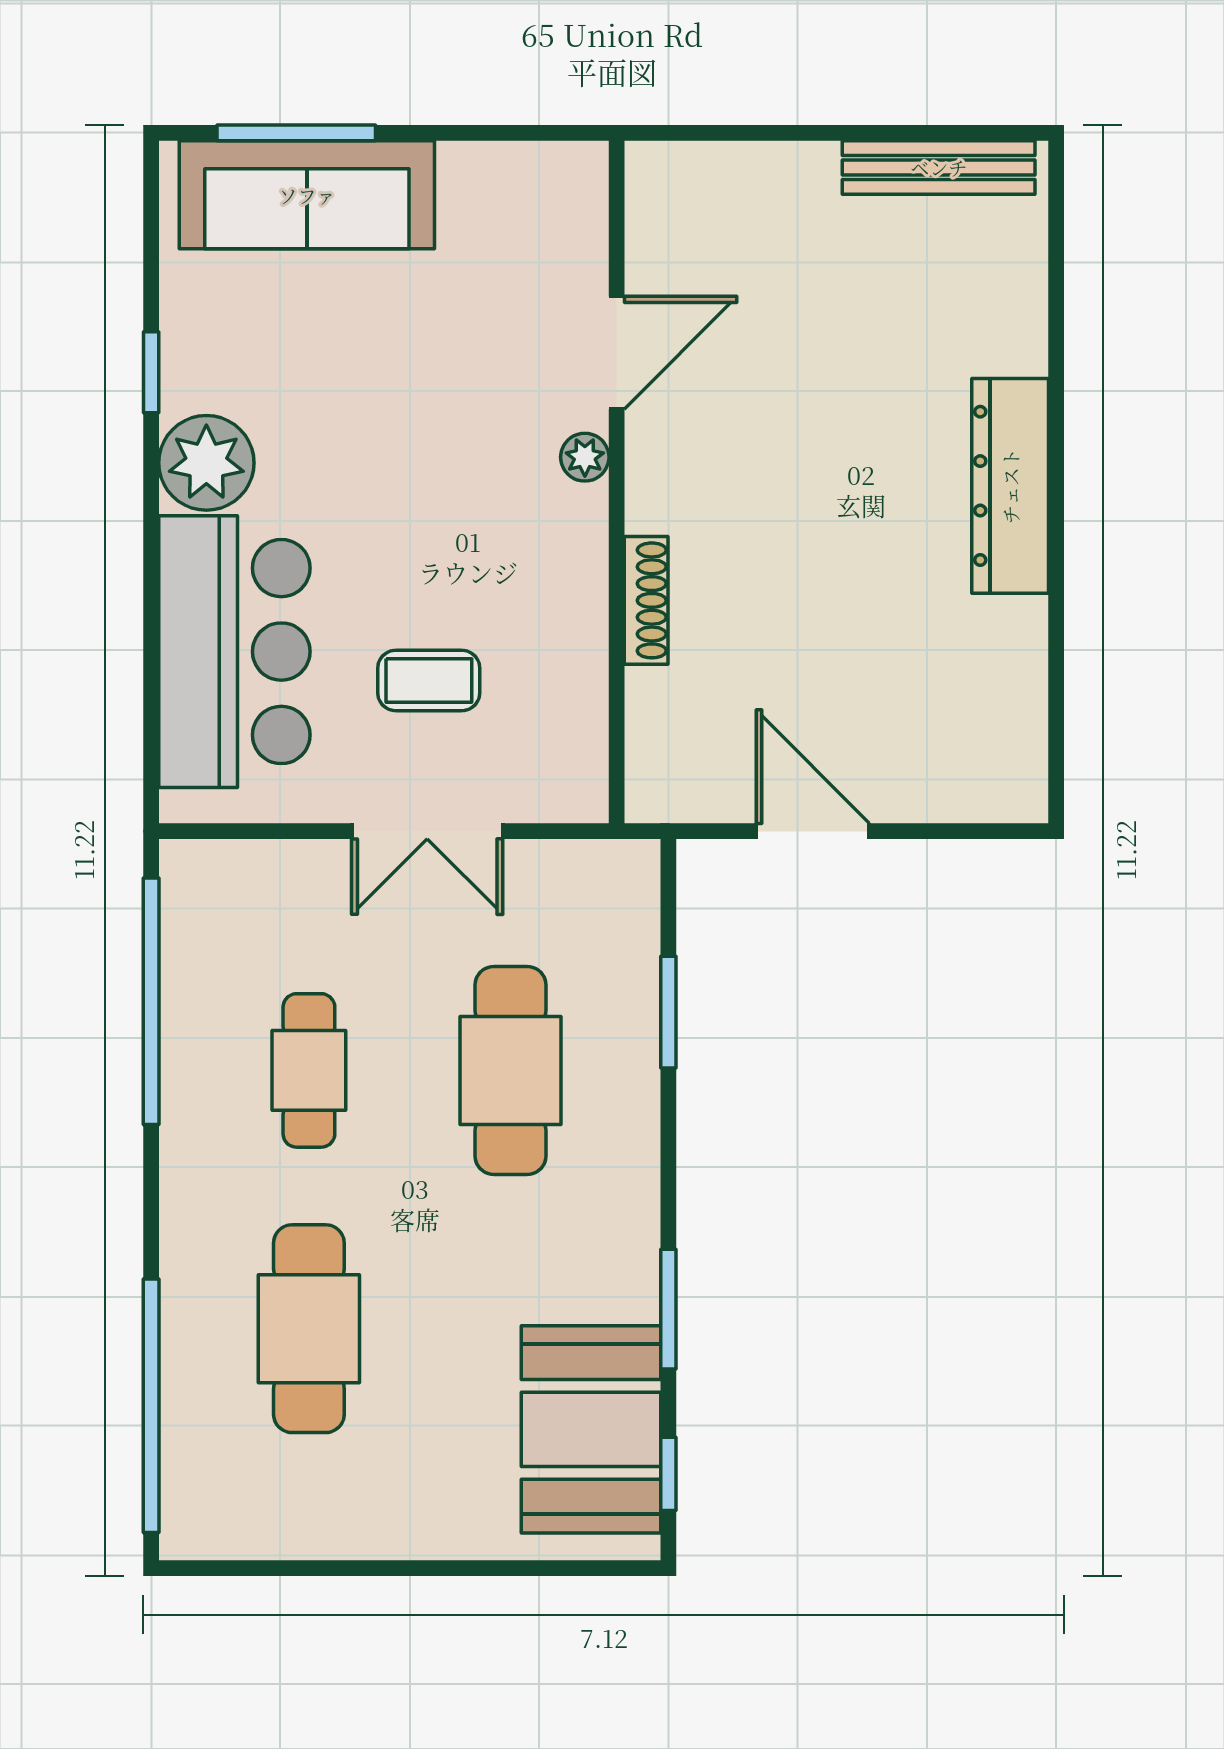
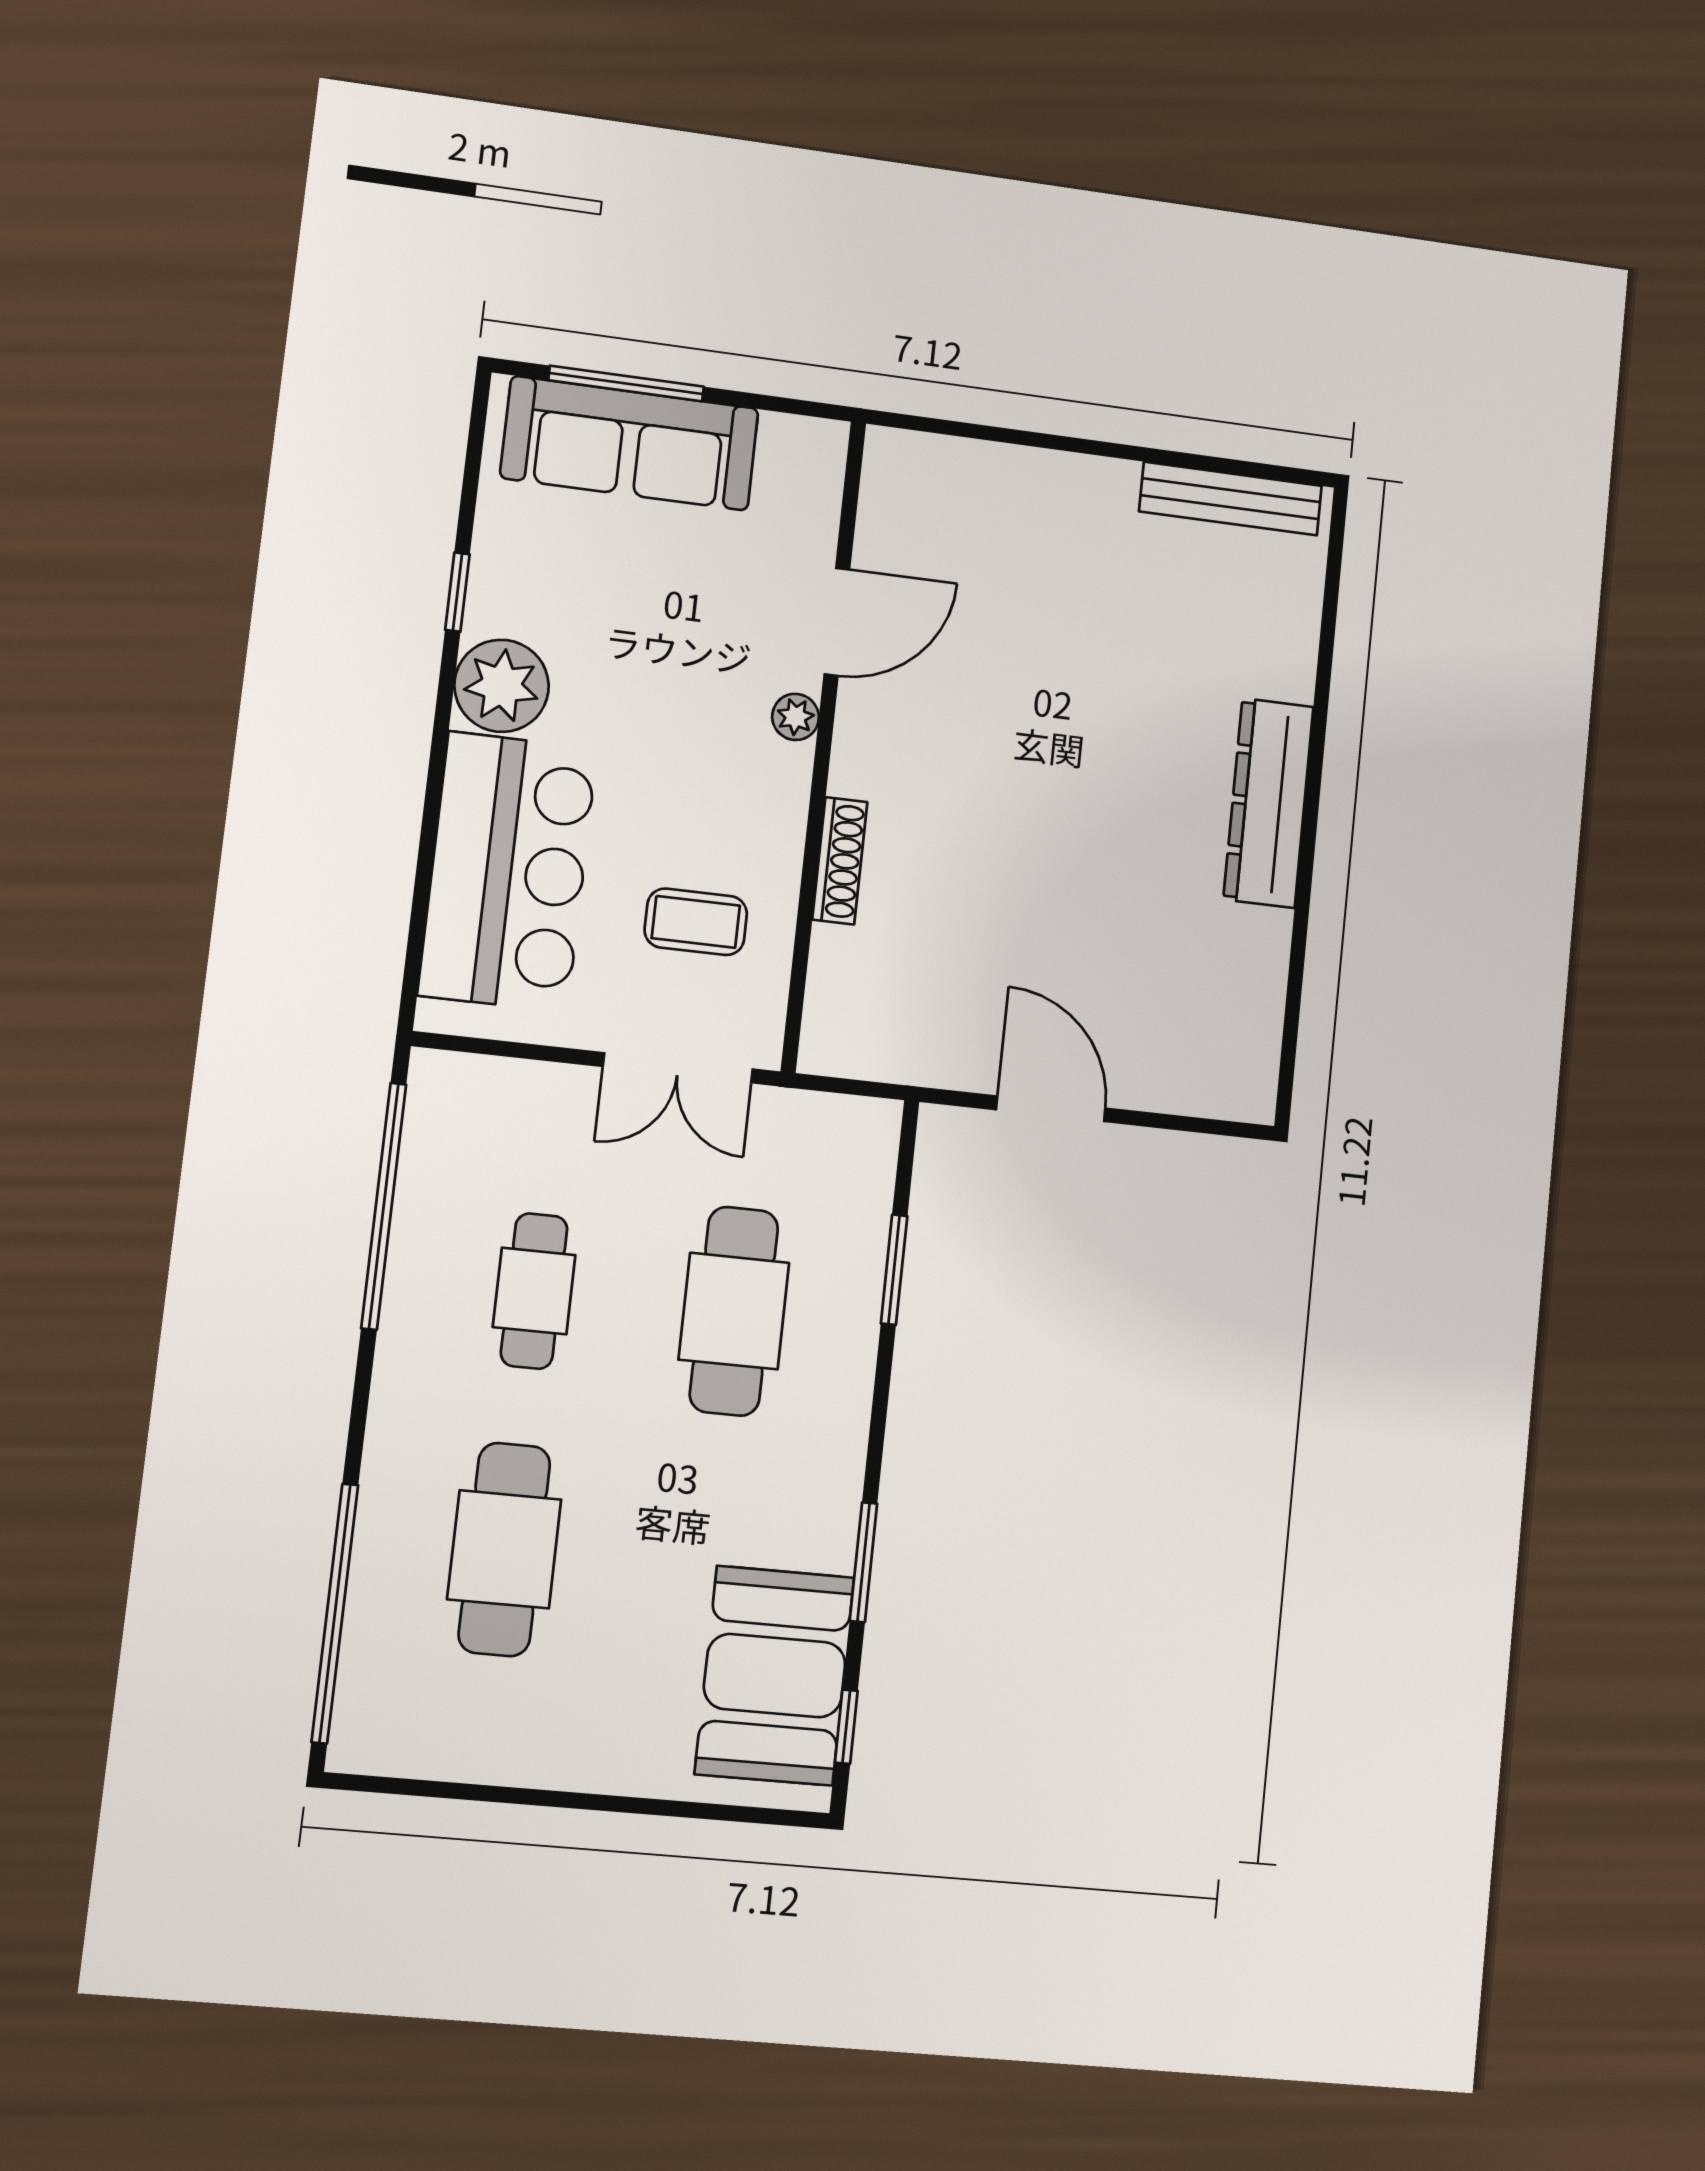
door: (617, 353) -> (837, 622), moved
plant: (585, 457) -> (796, 717), moved
wall: (617, 482) -> (824, 744), moved
shoe rack: (646, 600) -> (840, 861), moved

